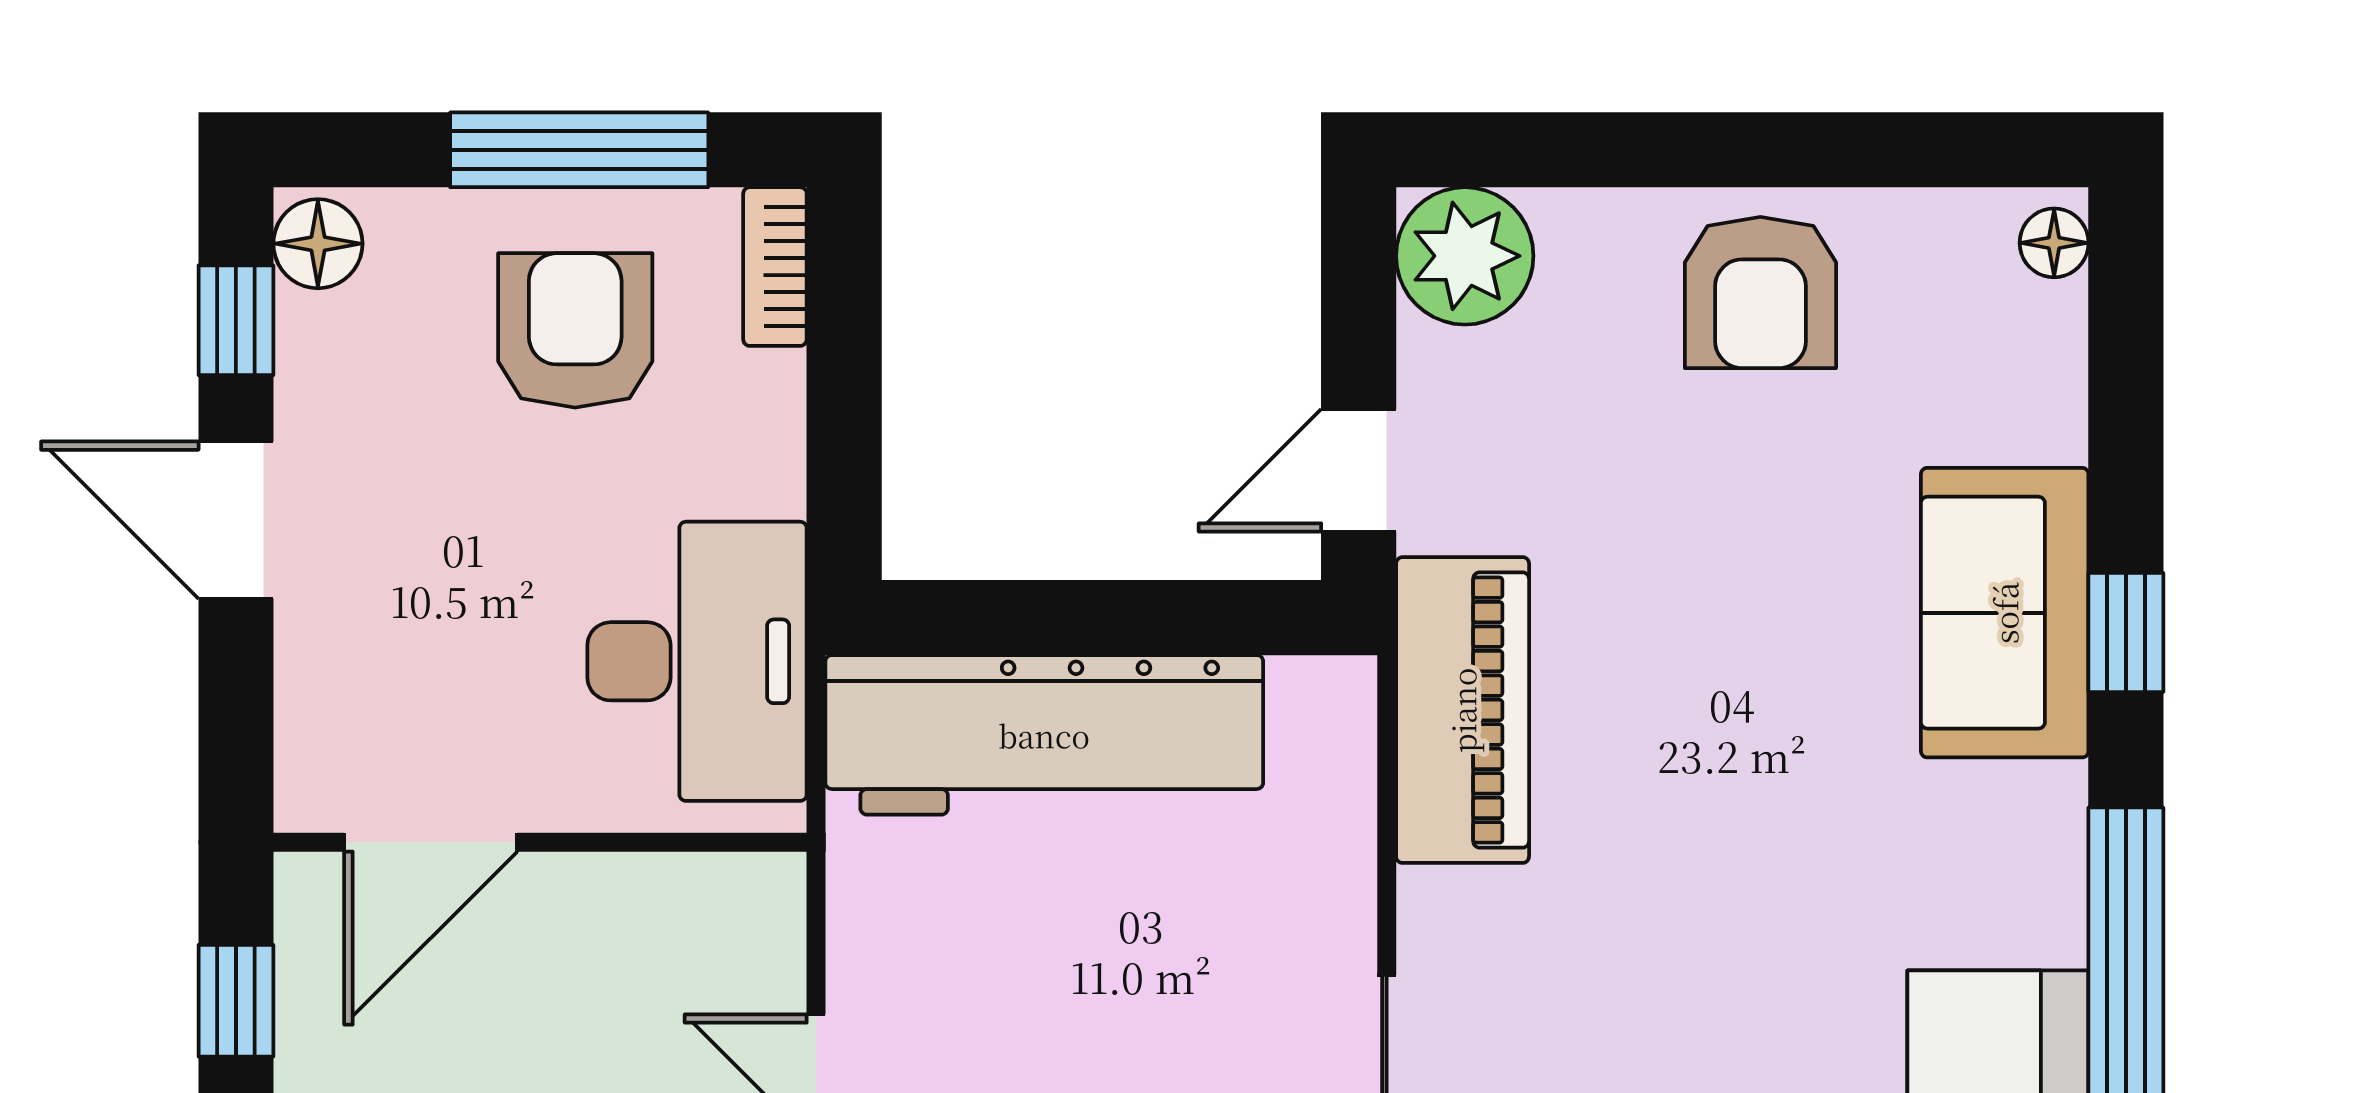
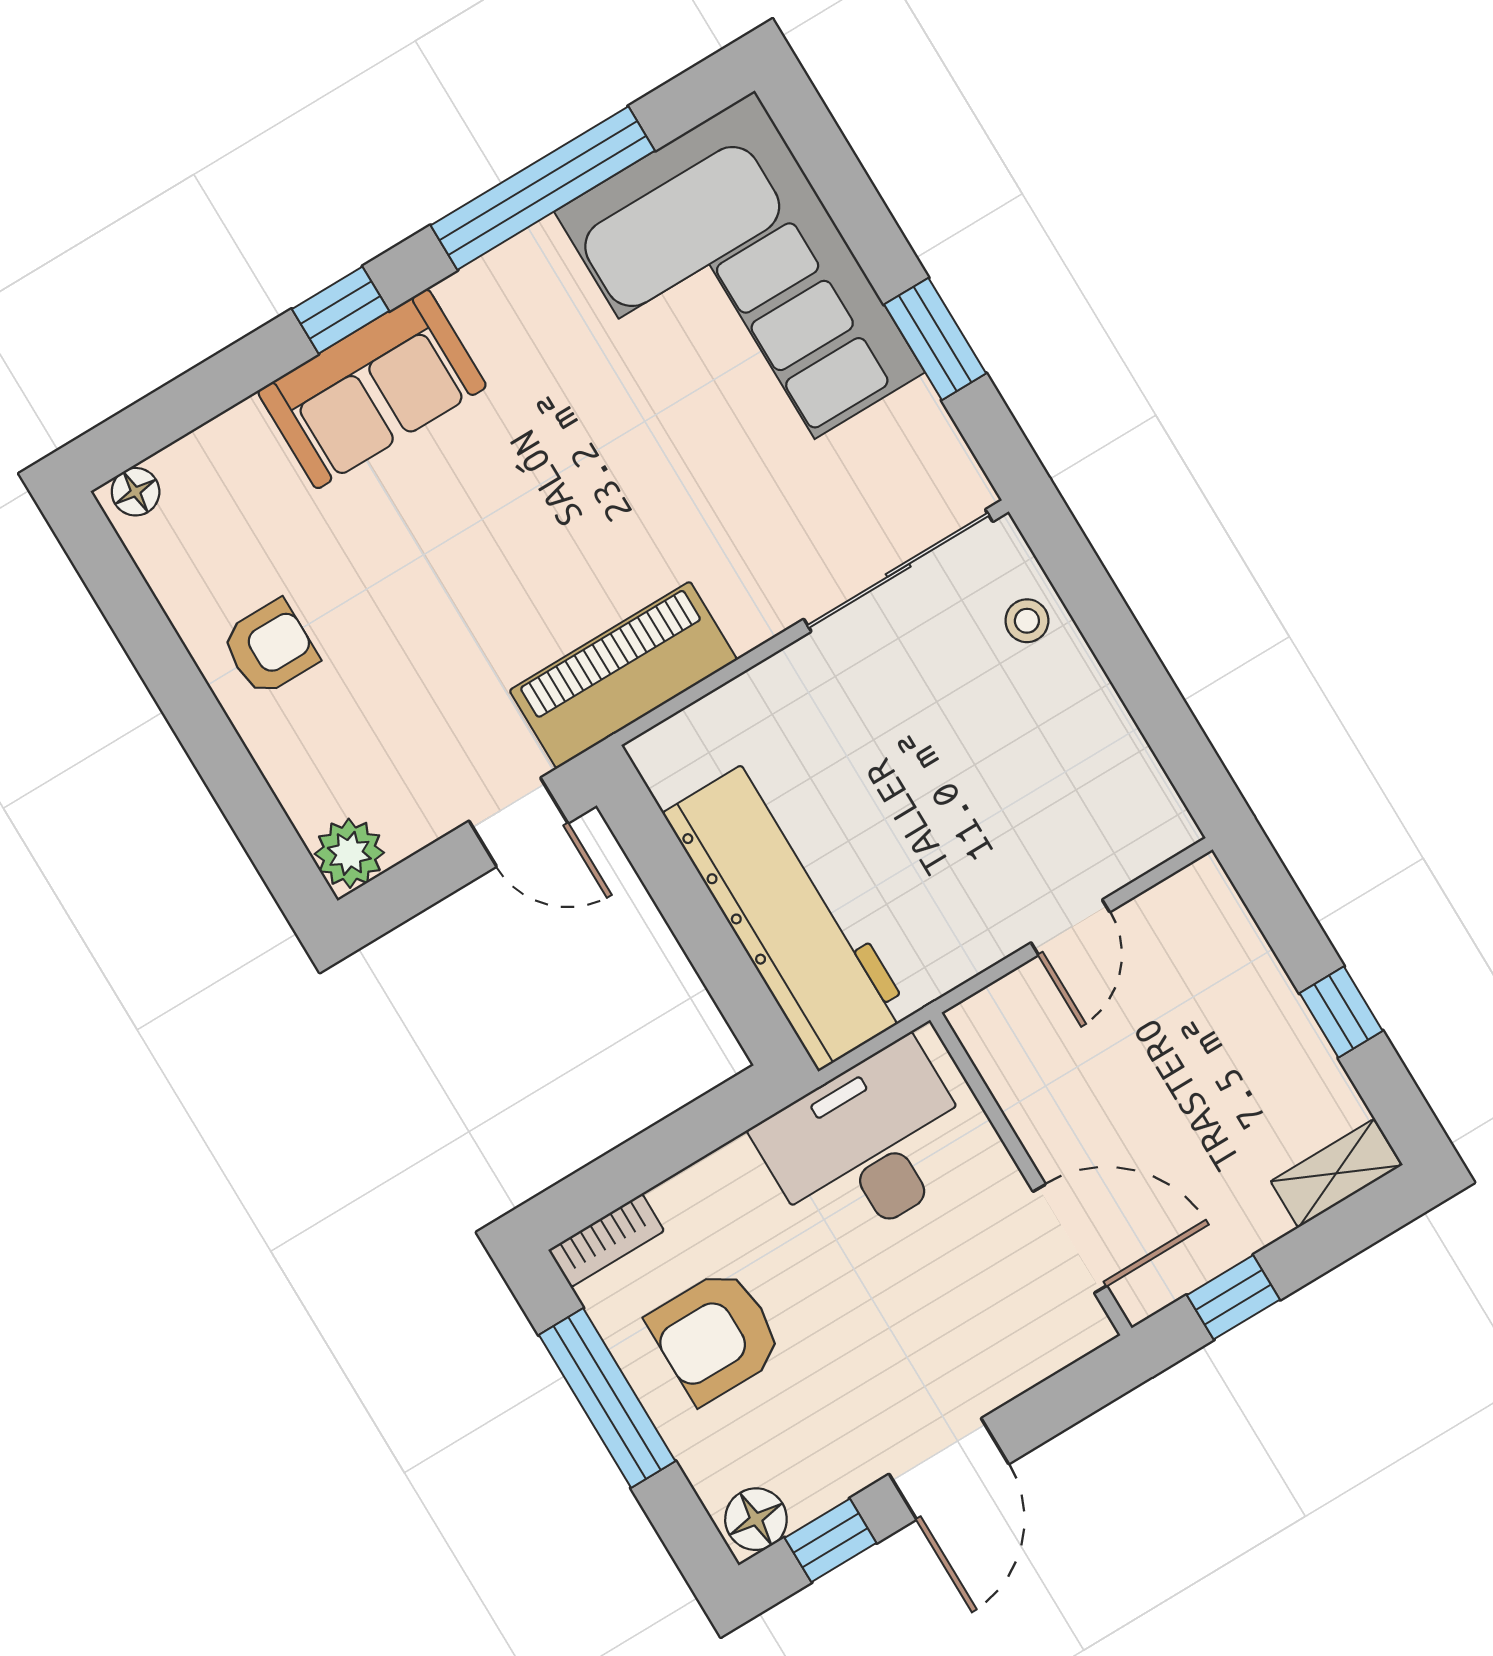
plant: (1465, 256) -> (349, 853), width x0.73, depth x0.73
armchair: (1760, 293) -> (270, 648), width x0.72, depth x0.72

